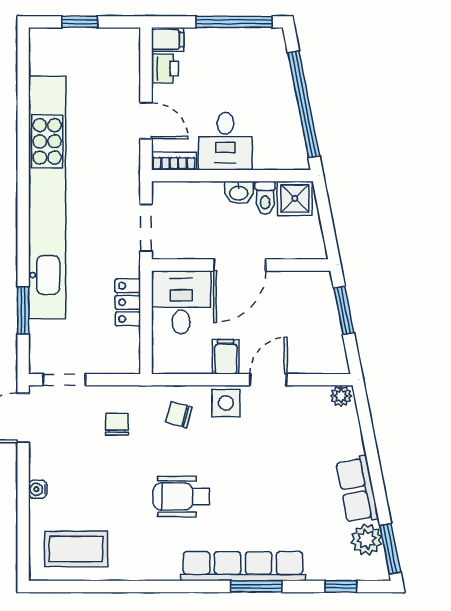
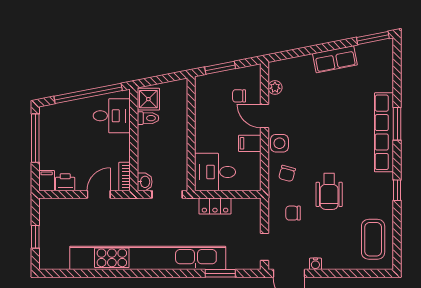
desk: (225, 141) -> (112, 116), moved
washbasin: (239, 193) -> (145, 182), moved
door: (240, 265) -> (191, 134), removed
chair: (300, 340) -> (239, 96), added
plant: (341, 396) -> (275, 87), moved
water cooler: (38, 489) -> (315, 264), moved
wheelchair: (181, 496) -> (329, 192), moved
plant: (367, 539) -> (367, 53), removed
window: (341, 586) -> (397, 190), moved

